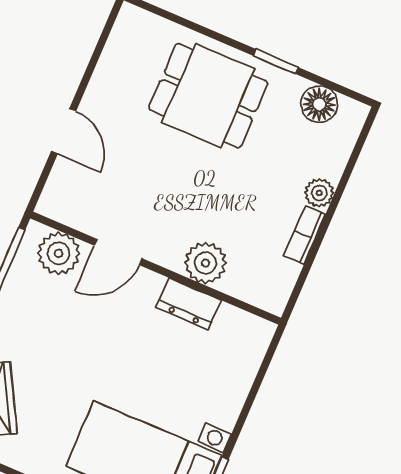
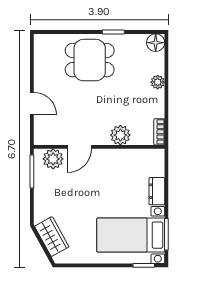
floor lamp: (319, 104) -> (156, 43), moved
bookcase: (305, 235) -> (159, 132), moved
dresser: (189, 304) -> (157, 191), moved, turned 90

